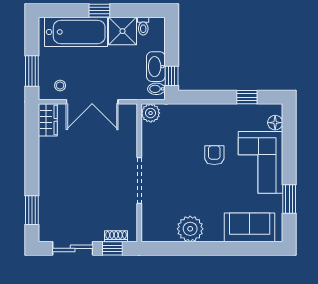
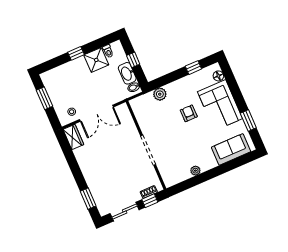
bathtub: (76, 32) -> (67, 73), removed
window: (32, 71) -> (45, 98), moved
window: (172, 76) -> (133, 60), moved
plant: (151, 113) -> (160, 94), moved
plant: (190, 229) -> (195, 171), width x0.53, depth x0.53

